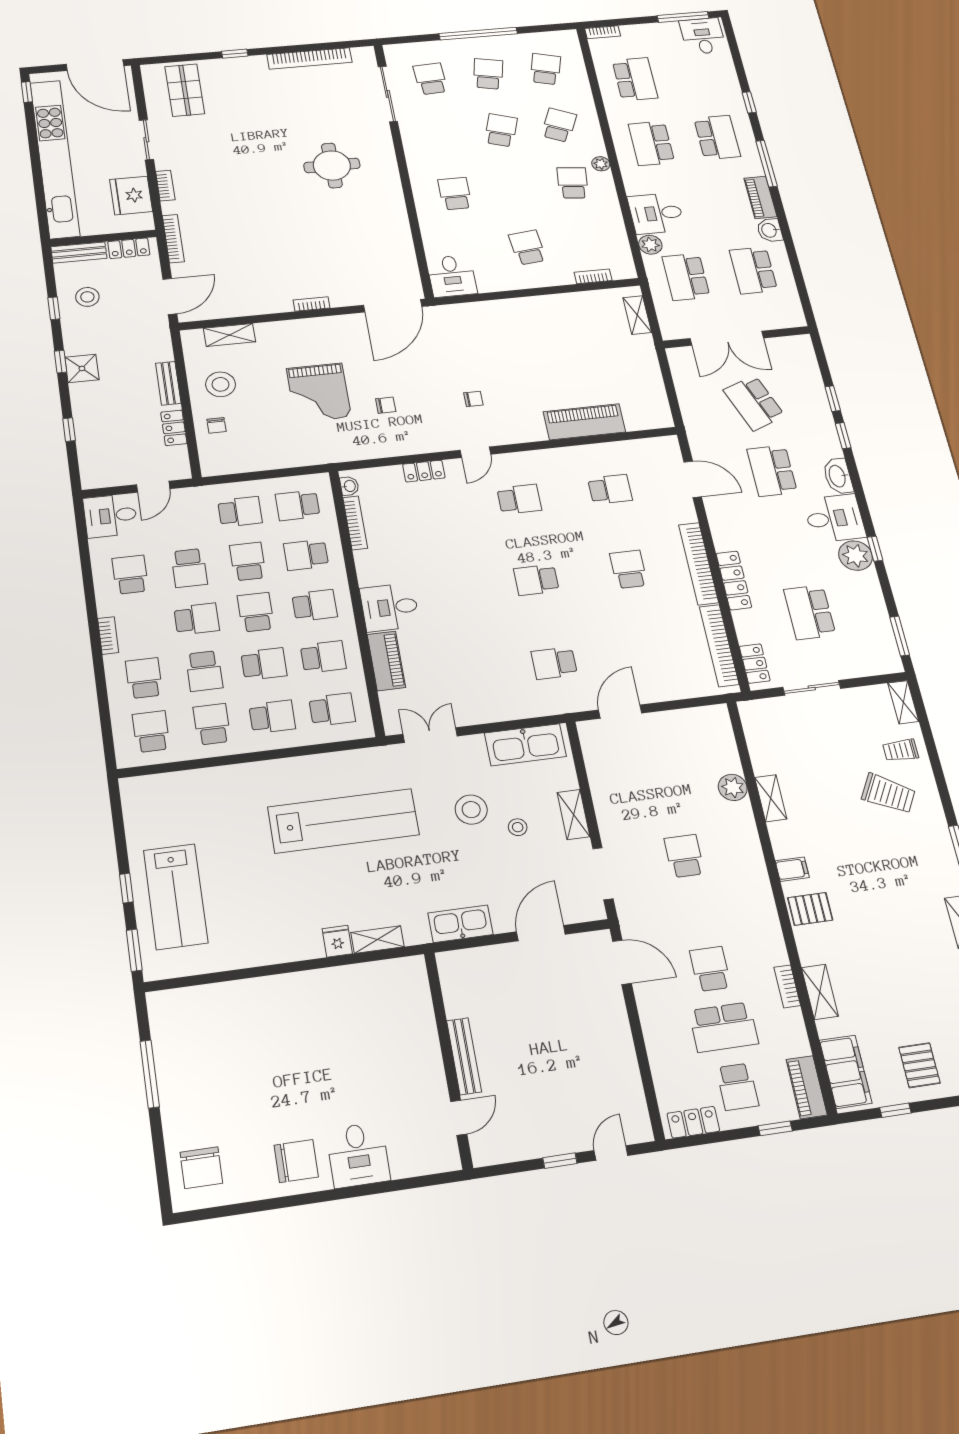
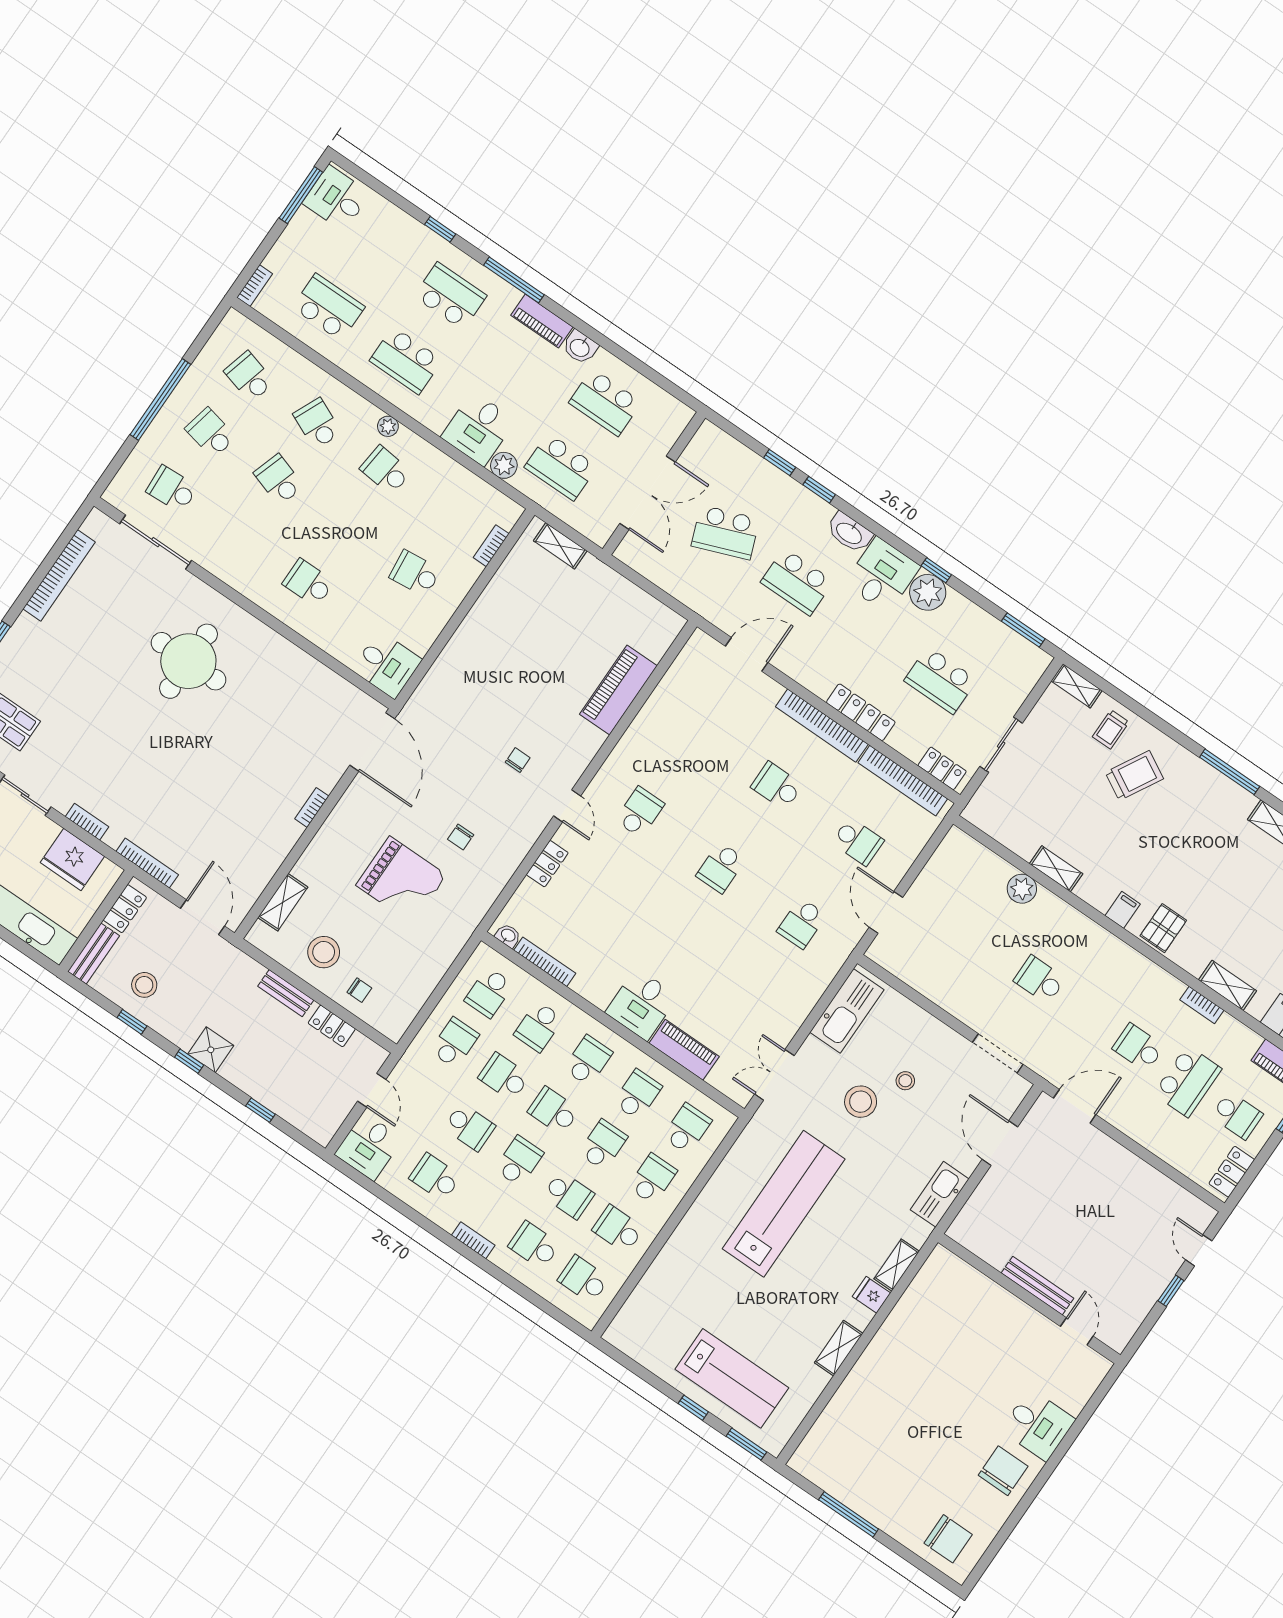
round table: (332, 165) -> (188, 661), width x1.36, depth x1.36
chair: (386, 405) -> (461, 837), turned 180
school desk: (610, 489) -> (858, 842), moved, turned 90
shelving: (573, 814) -> (839, 1348), moved, turned 90

